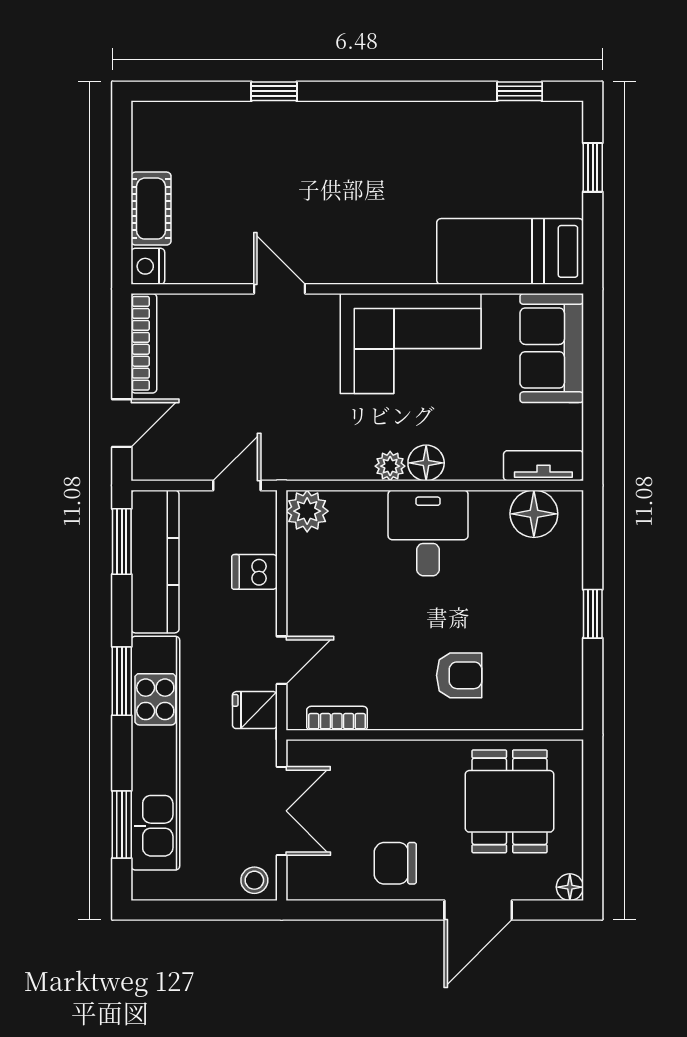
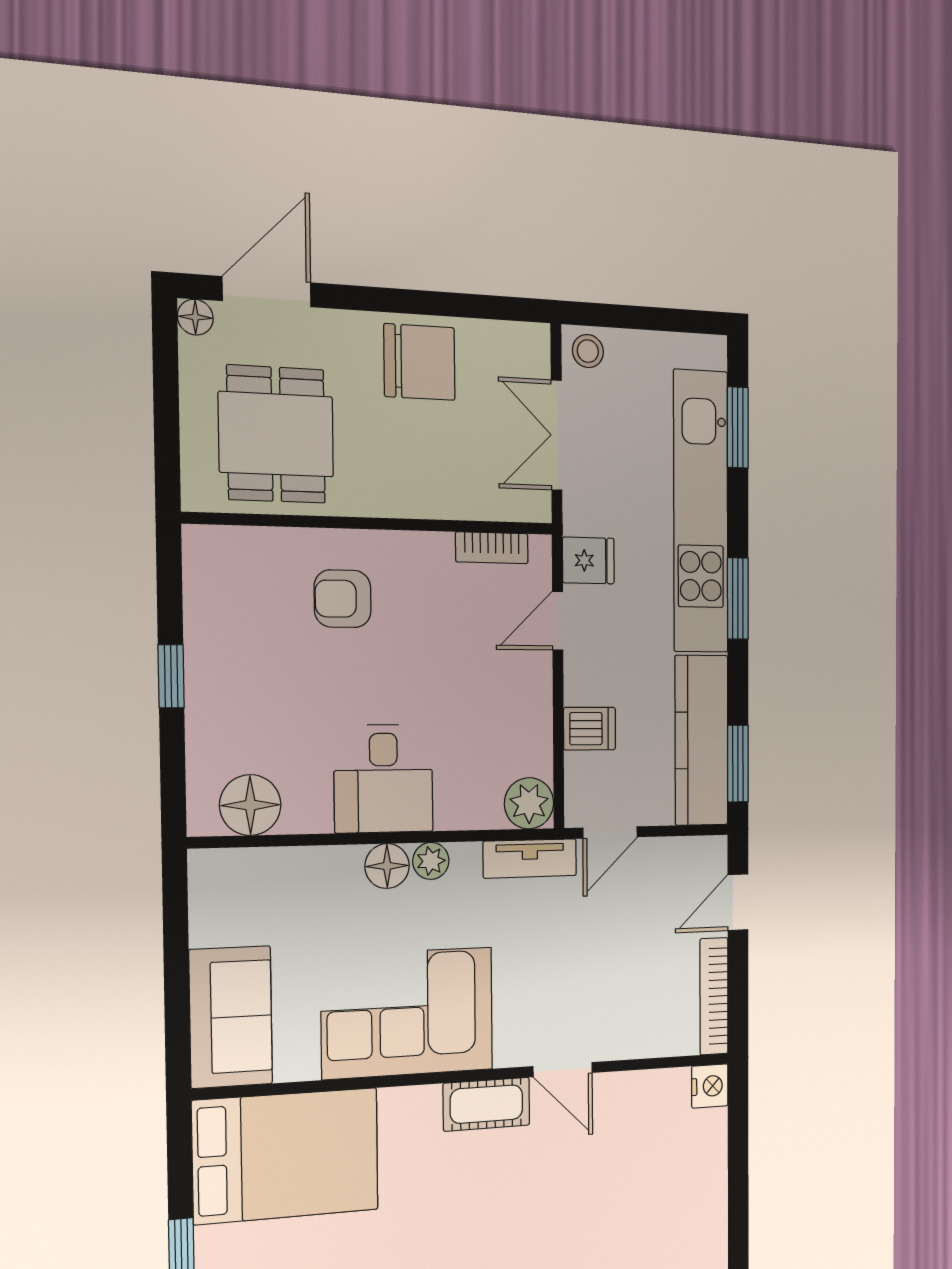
cot: (151, 209) -> (486, 1104), moved, turned 90
bed: (510, 251) -> (286, 1156), width x1.50
tv unit: (543, 466) -> (530, 858), moved
chair: (395, 863) -> (420, 362), width x1.37, depth x1.37
door: (478, 910) -> (267, 292), moved

